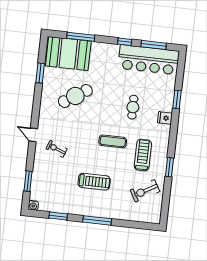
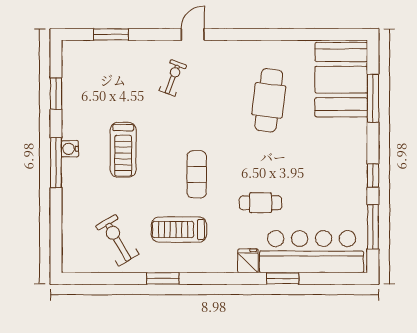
bar counter: (149, 60) -> (312, 252), moved, turned 90
window: (40, 73) -> (302, 34), removed
cafe table: (75, 96) -> (269, 100), turned 40
treadmill: (143, 155) -> (179, 230), turned 180
water cooler: (33, 205) -> (70, 149), moved

